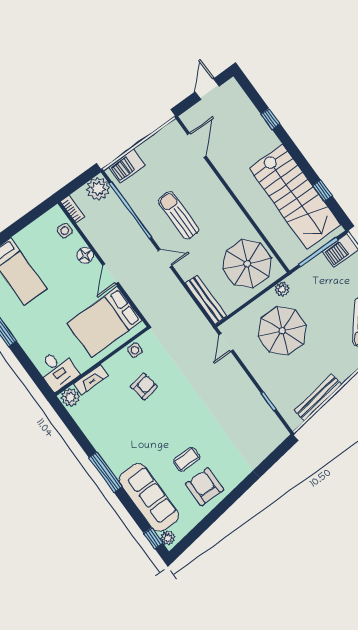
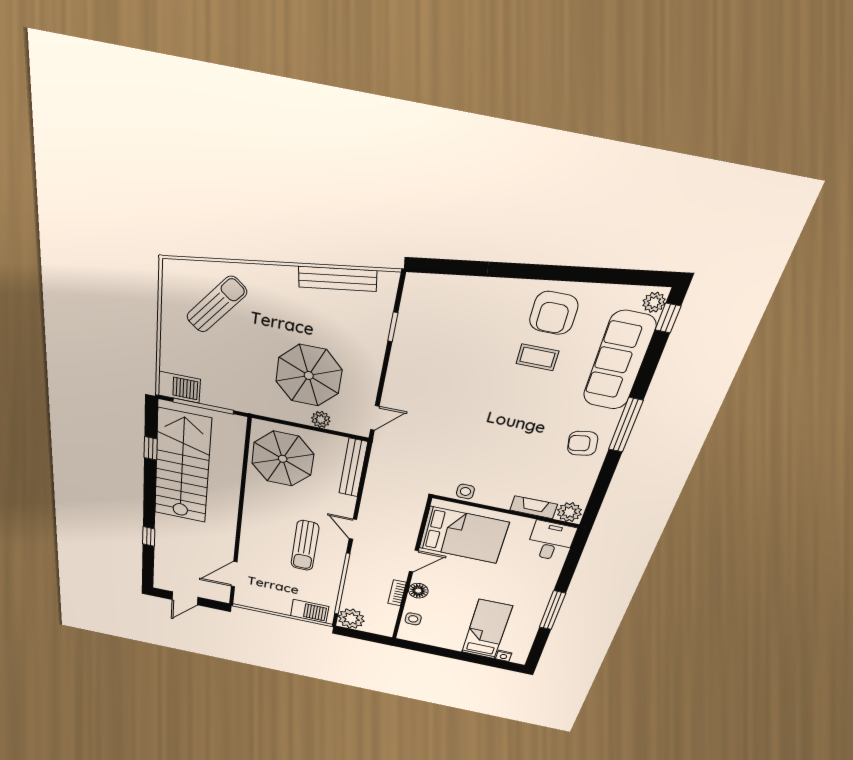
bookcase: (72, 209) -> (397, 593), moved
plant: (282, 289) -> (321, 419), moved
armchair: (144, 386) -> (583, 443), moved

